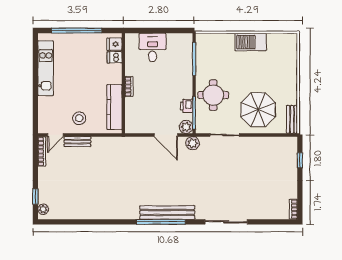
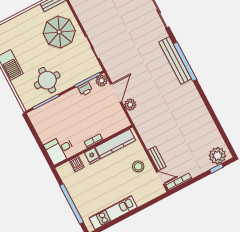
fridge: (114, 44) -> (92, 156), moved
desk: (153, 47) -> (60, 150), moved
round table: (213, 95) -> (47, 80), moved
plant: (193, 143) -> (130, 105), moved
plant: (43, 209) -> (217, 156), width x1.88, depth x1.88

